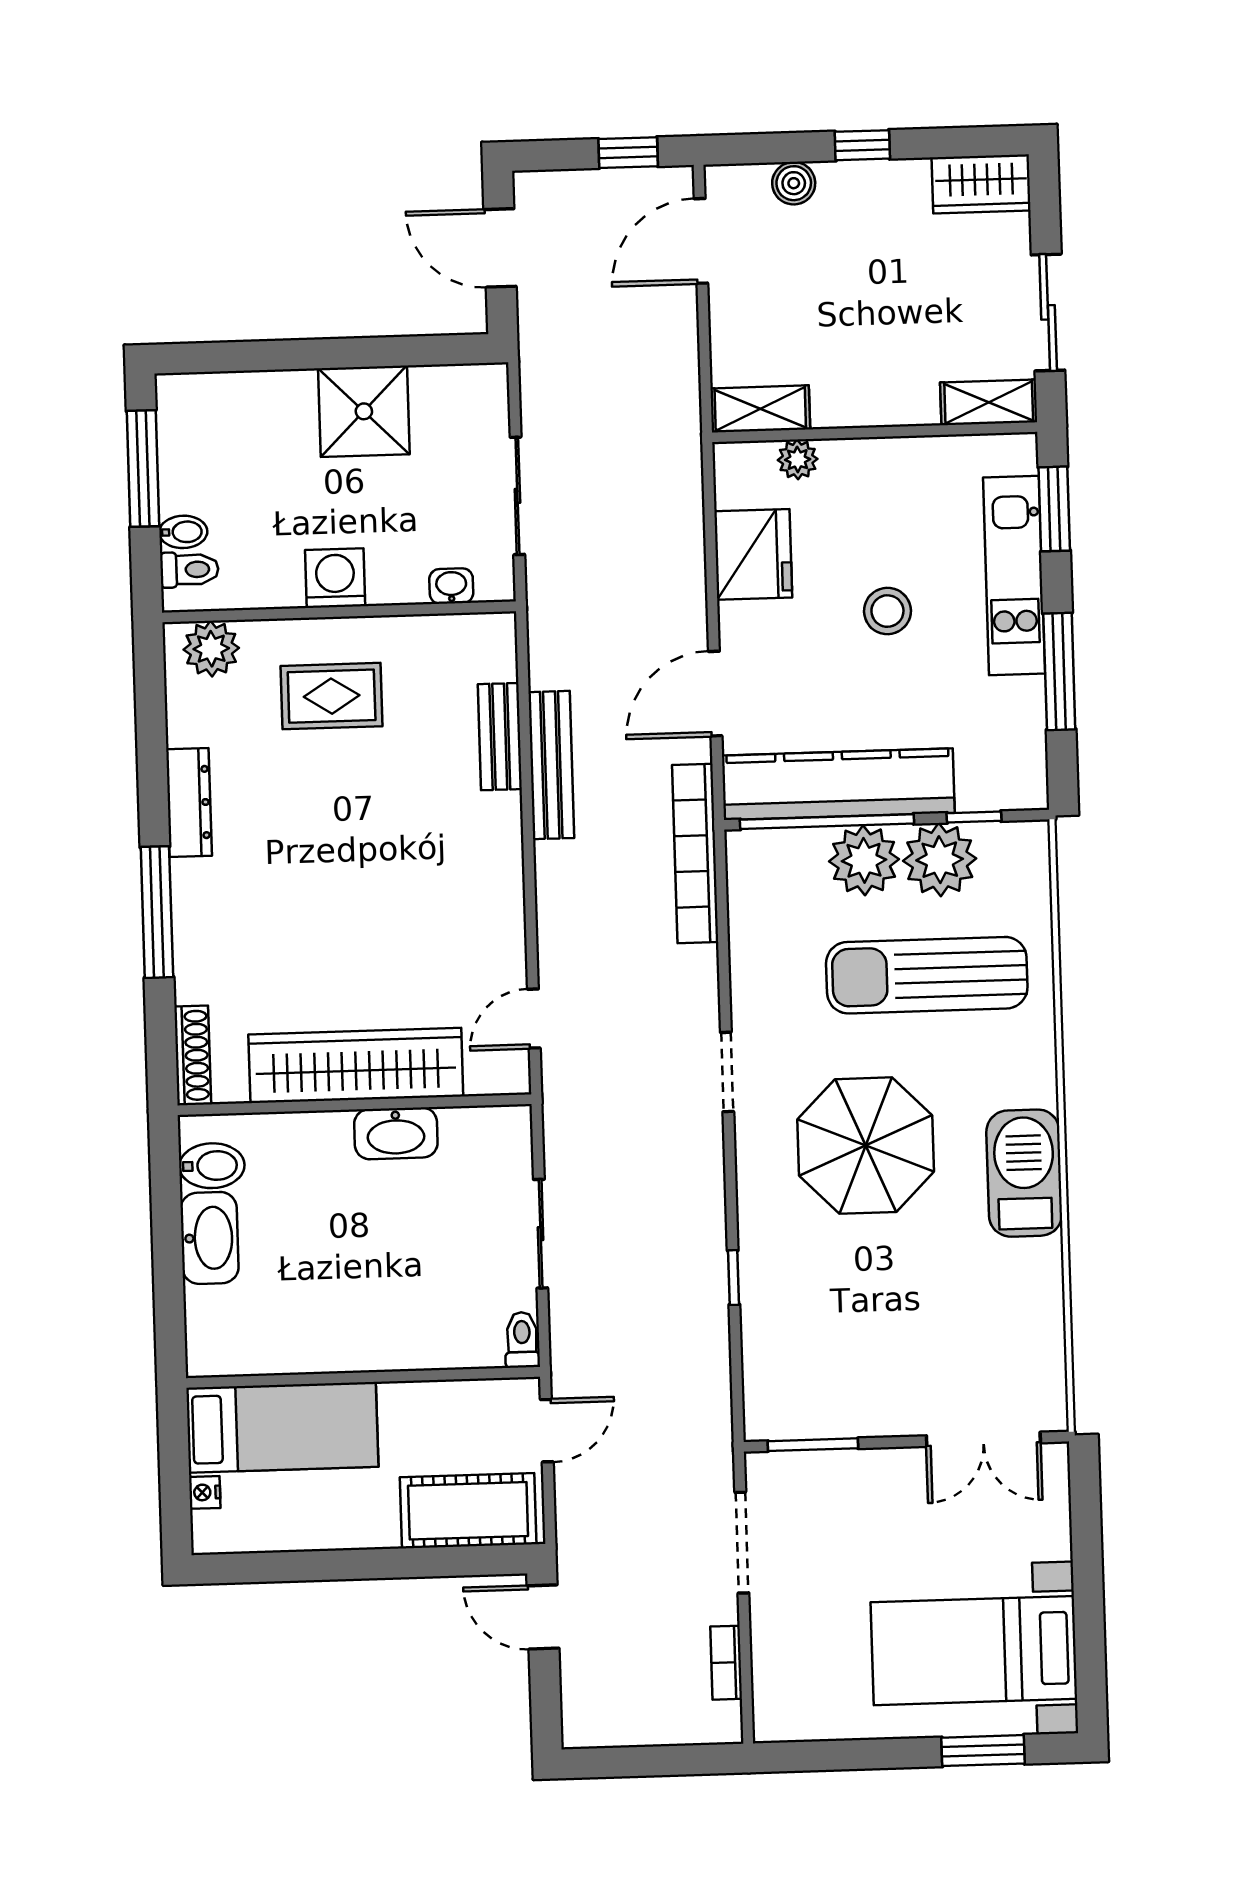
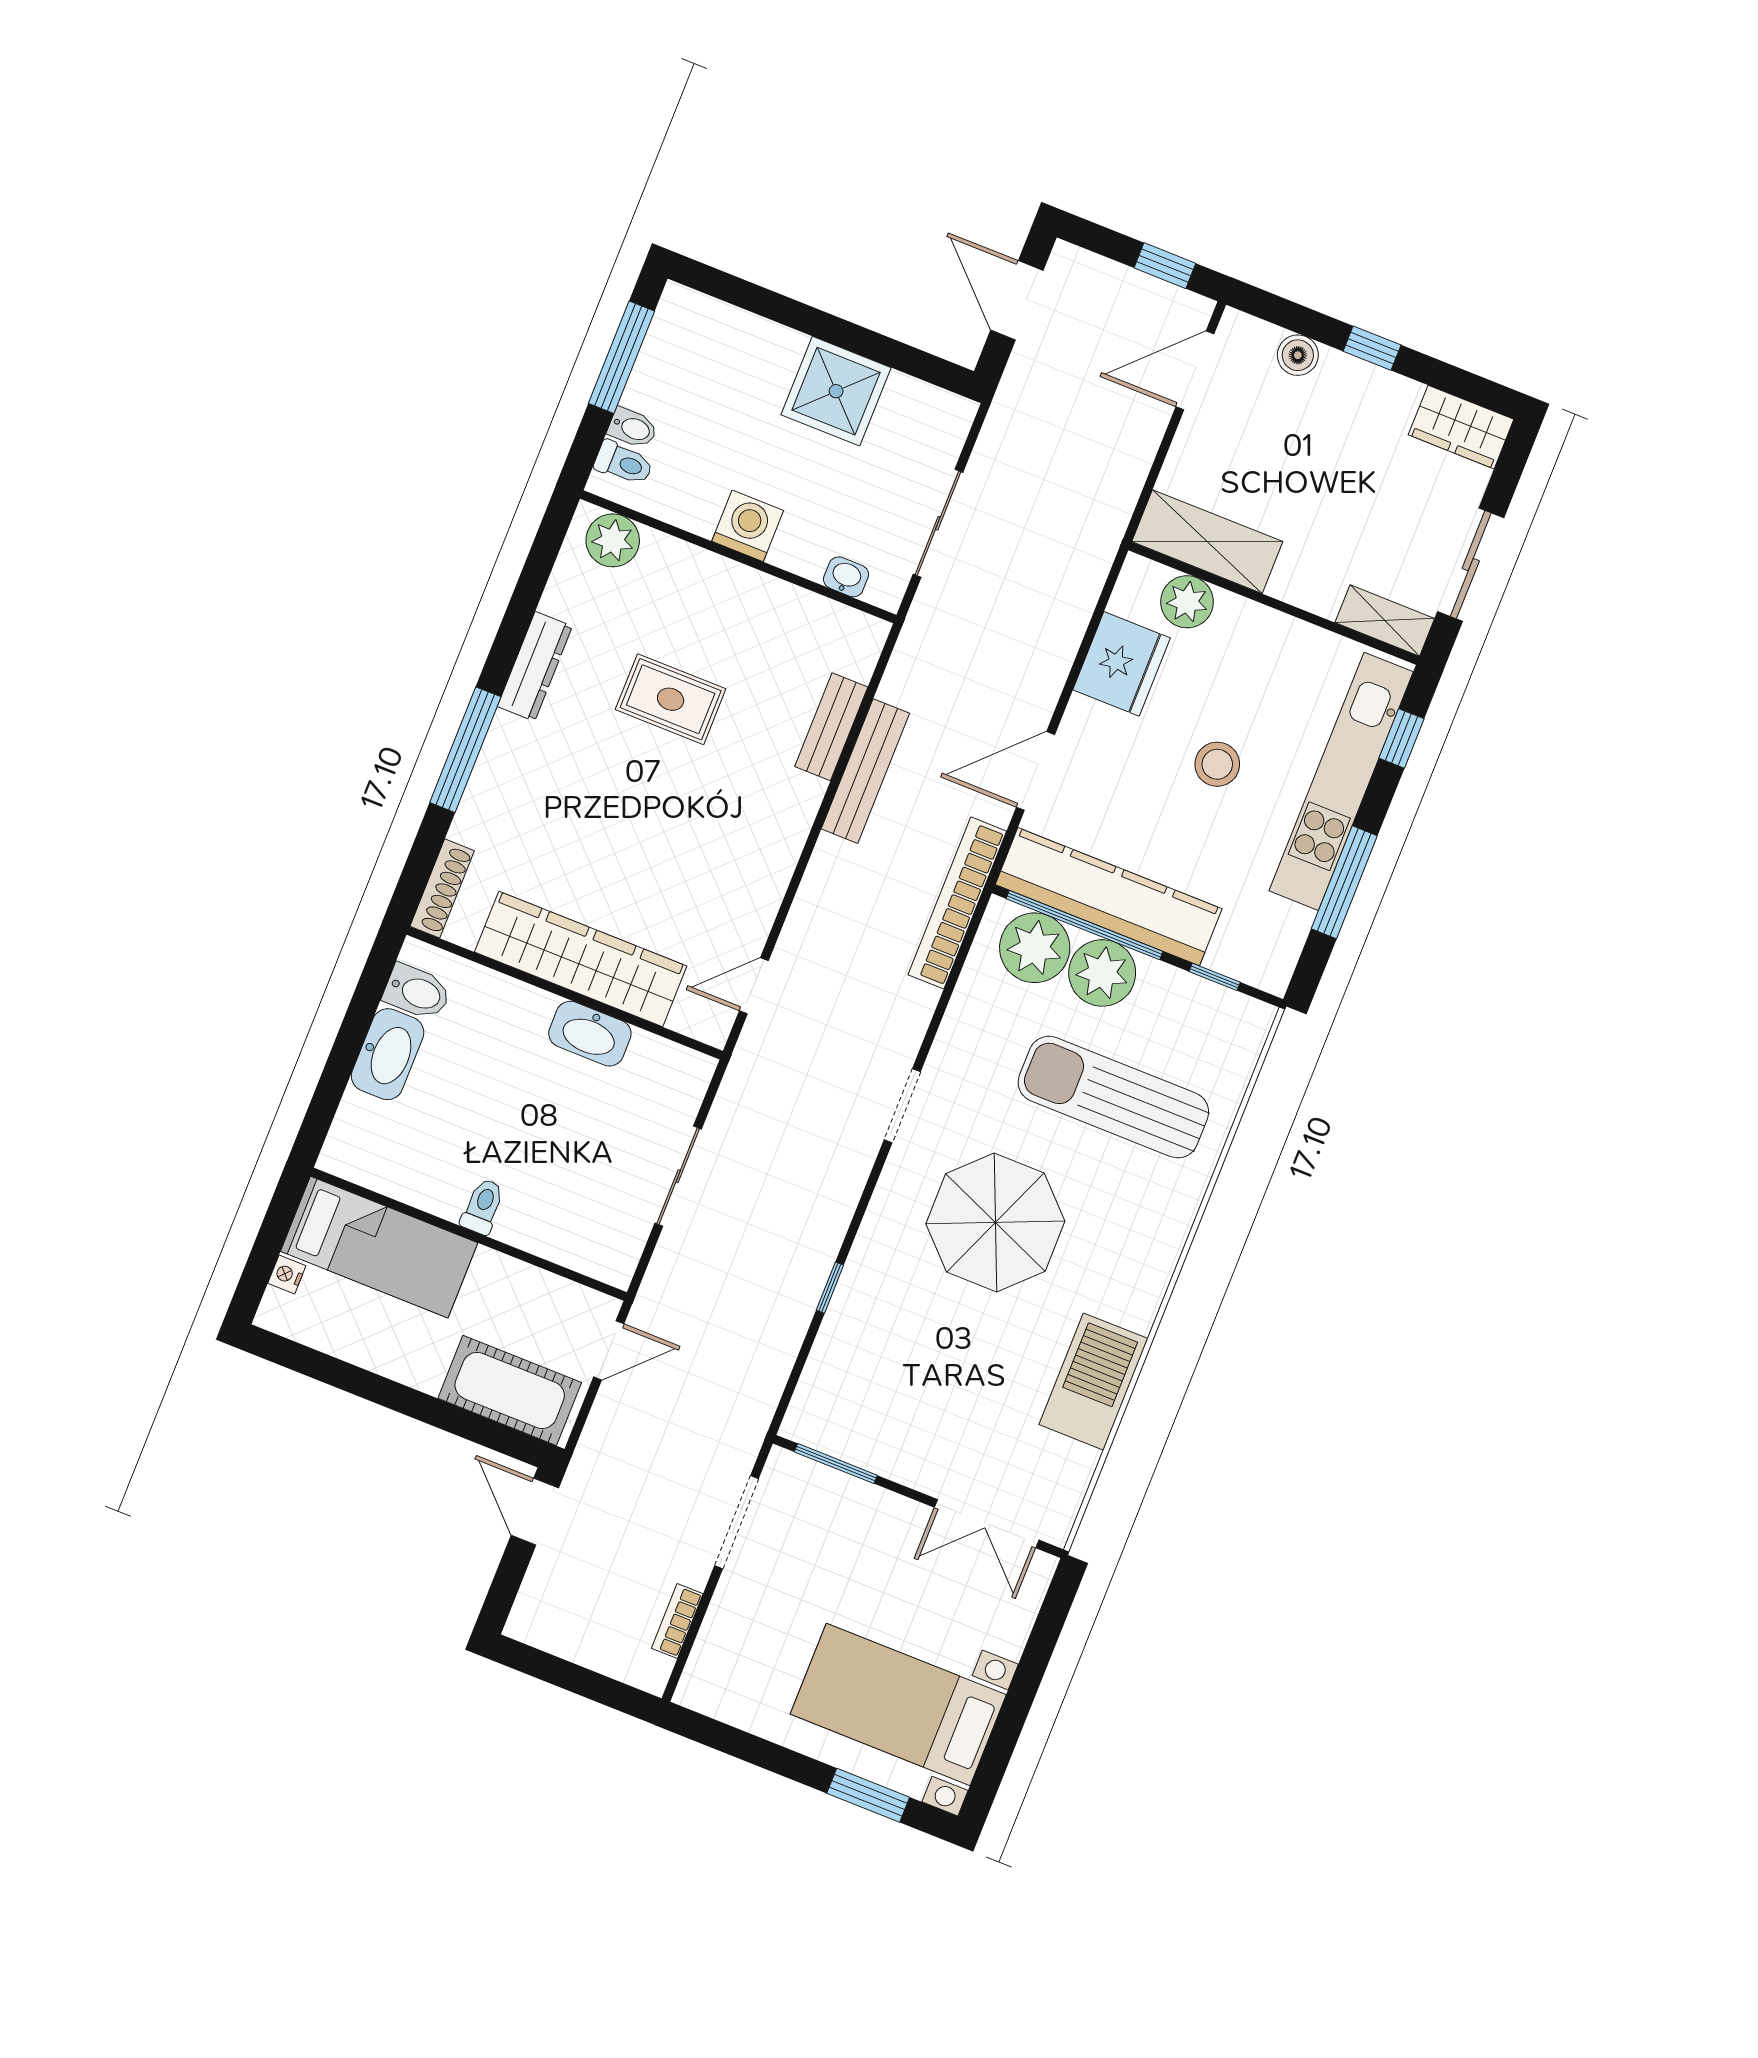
shelving: (760, 409) -> (1207, 542), width x1.50, depth x1.33
plant: (798, 459) -> (1187, 602), width x1.38, depth x1.38
window: (1054, 509) -> (1402, 738), width x0.67
kitchen unit: (1014, 576) -> (1341, 781), width x1.36
rug: (332, 696) -> (671, 699), moved
plant: (940, 860) -> (1035, 948), moved
barbecue: (1024, 1173) -> (1094, 1382), moved
toilet: (522, 1340) -> (483, 1206), moved

